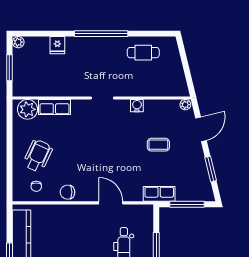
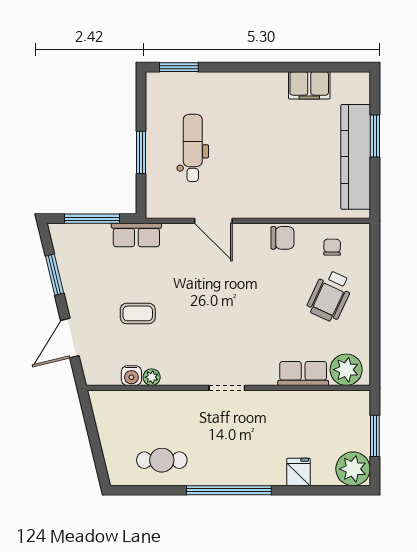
plant: (18, 42) -> (353, 469), width x1.88, depth x1.88
plant: (185, 105) -> (152, 377), moved
water cooler: (137, 106) -> (131, 376), moved

